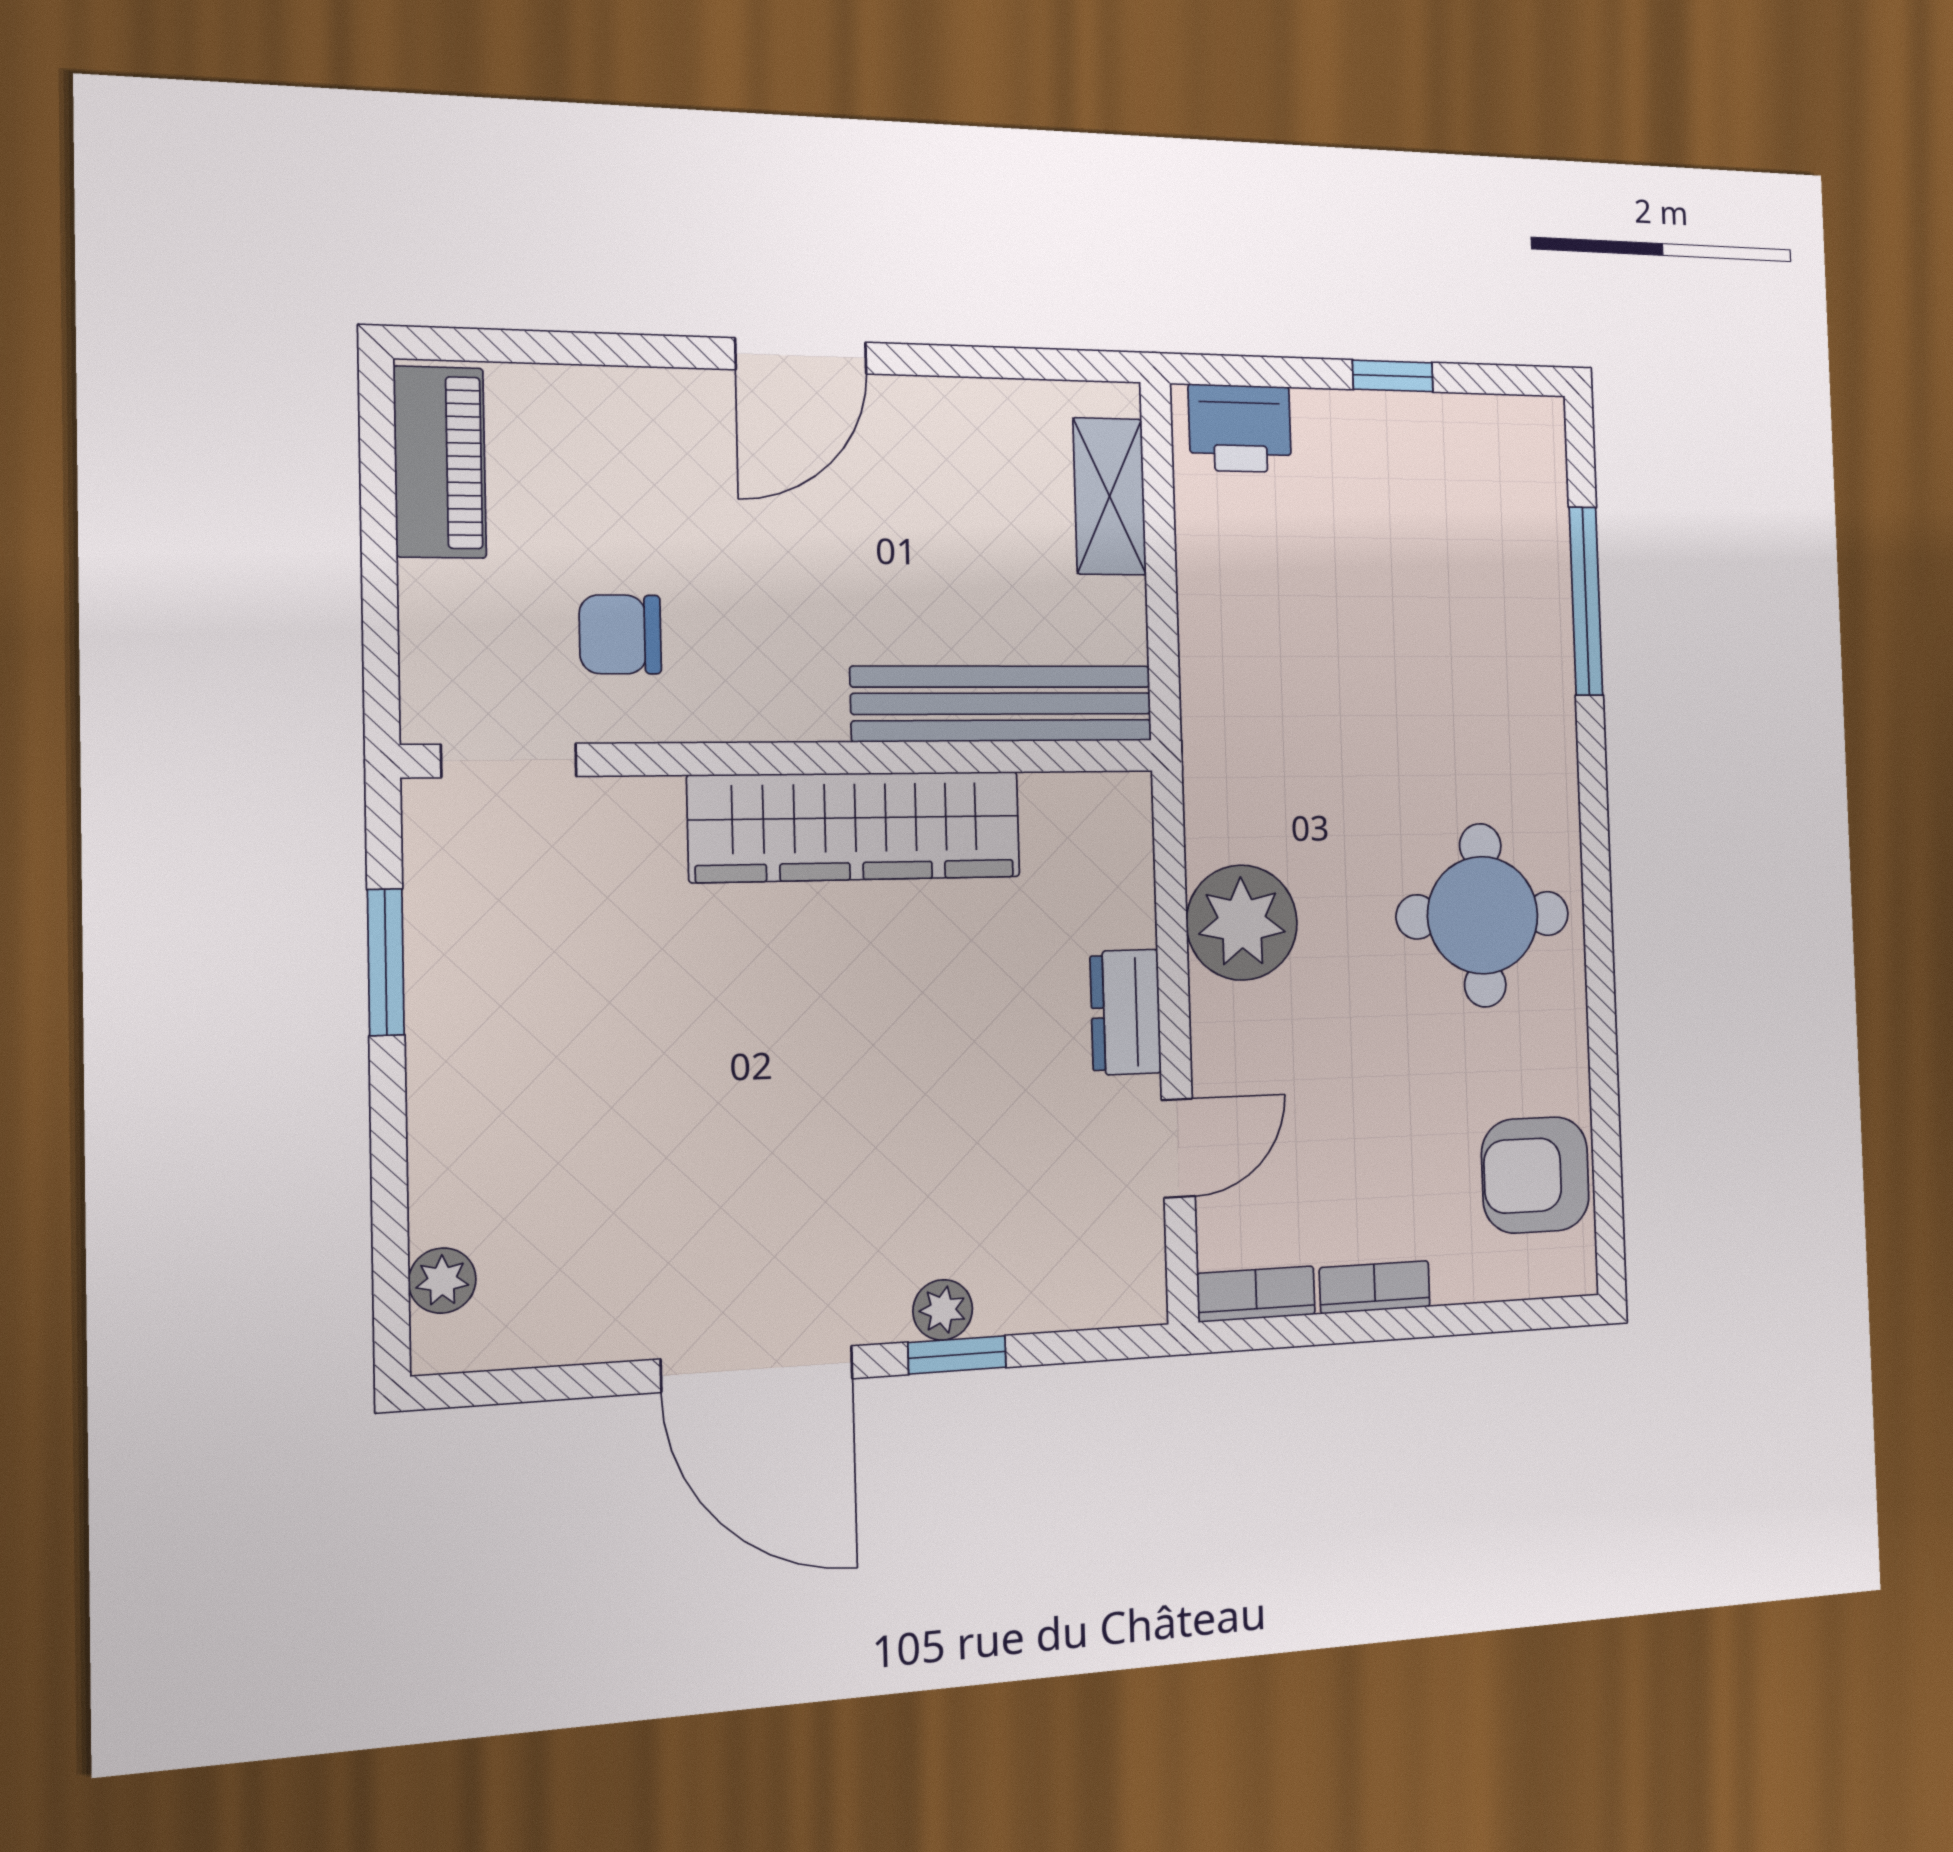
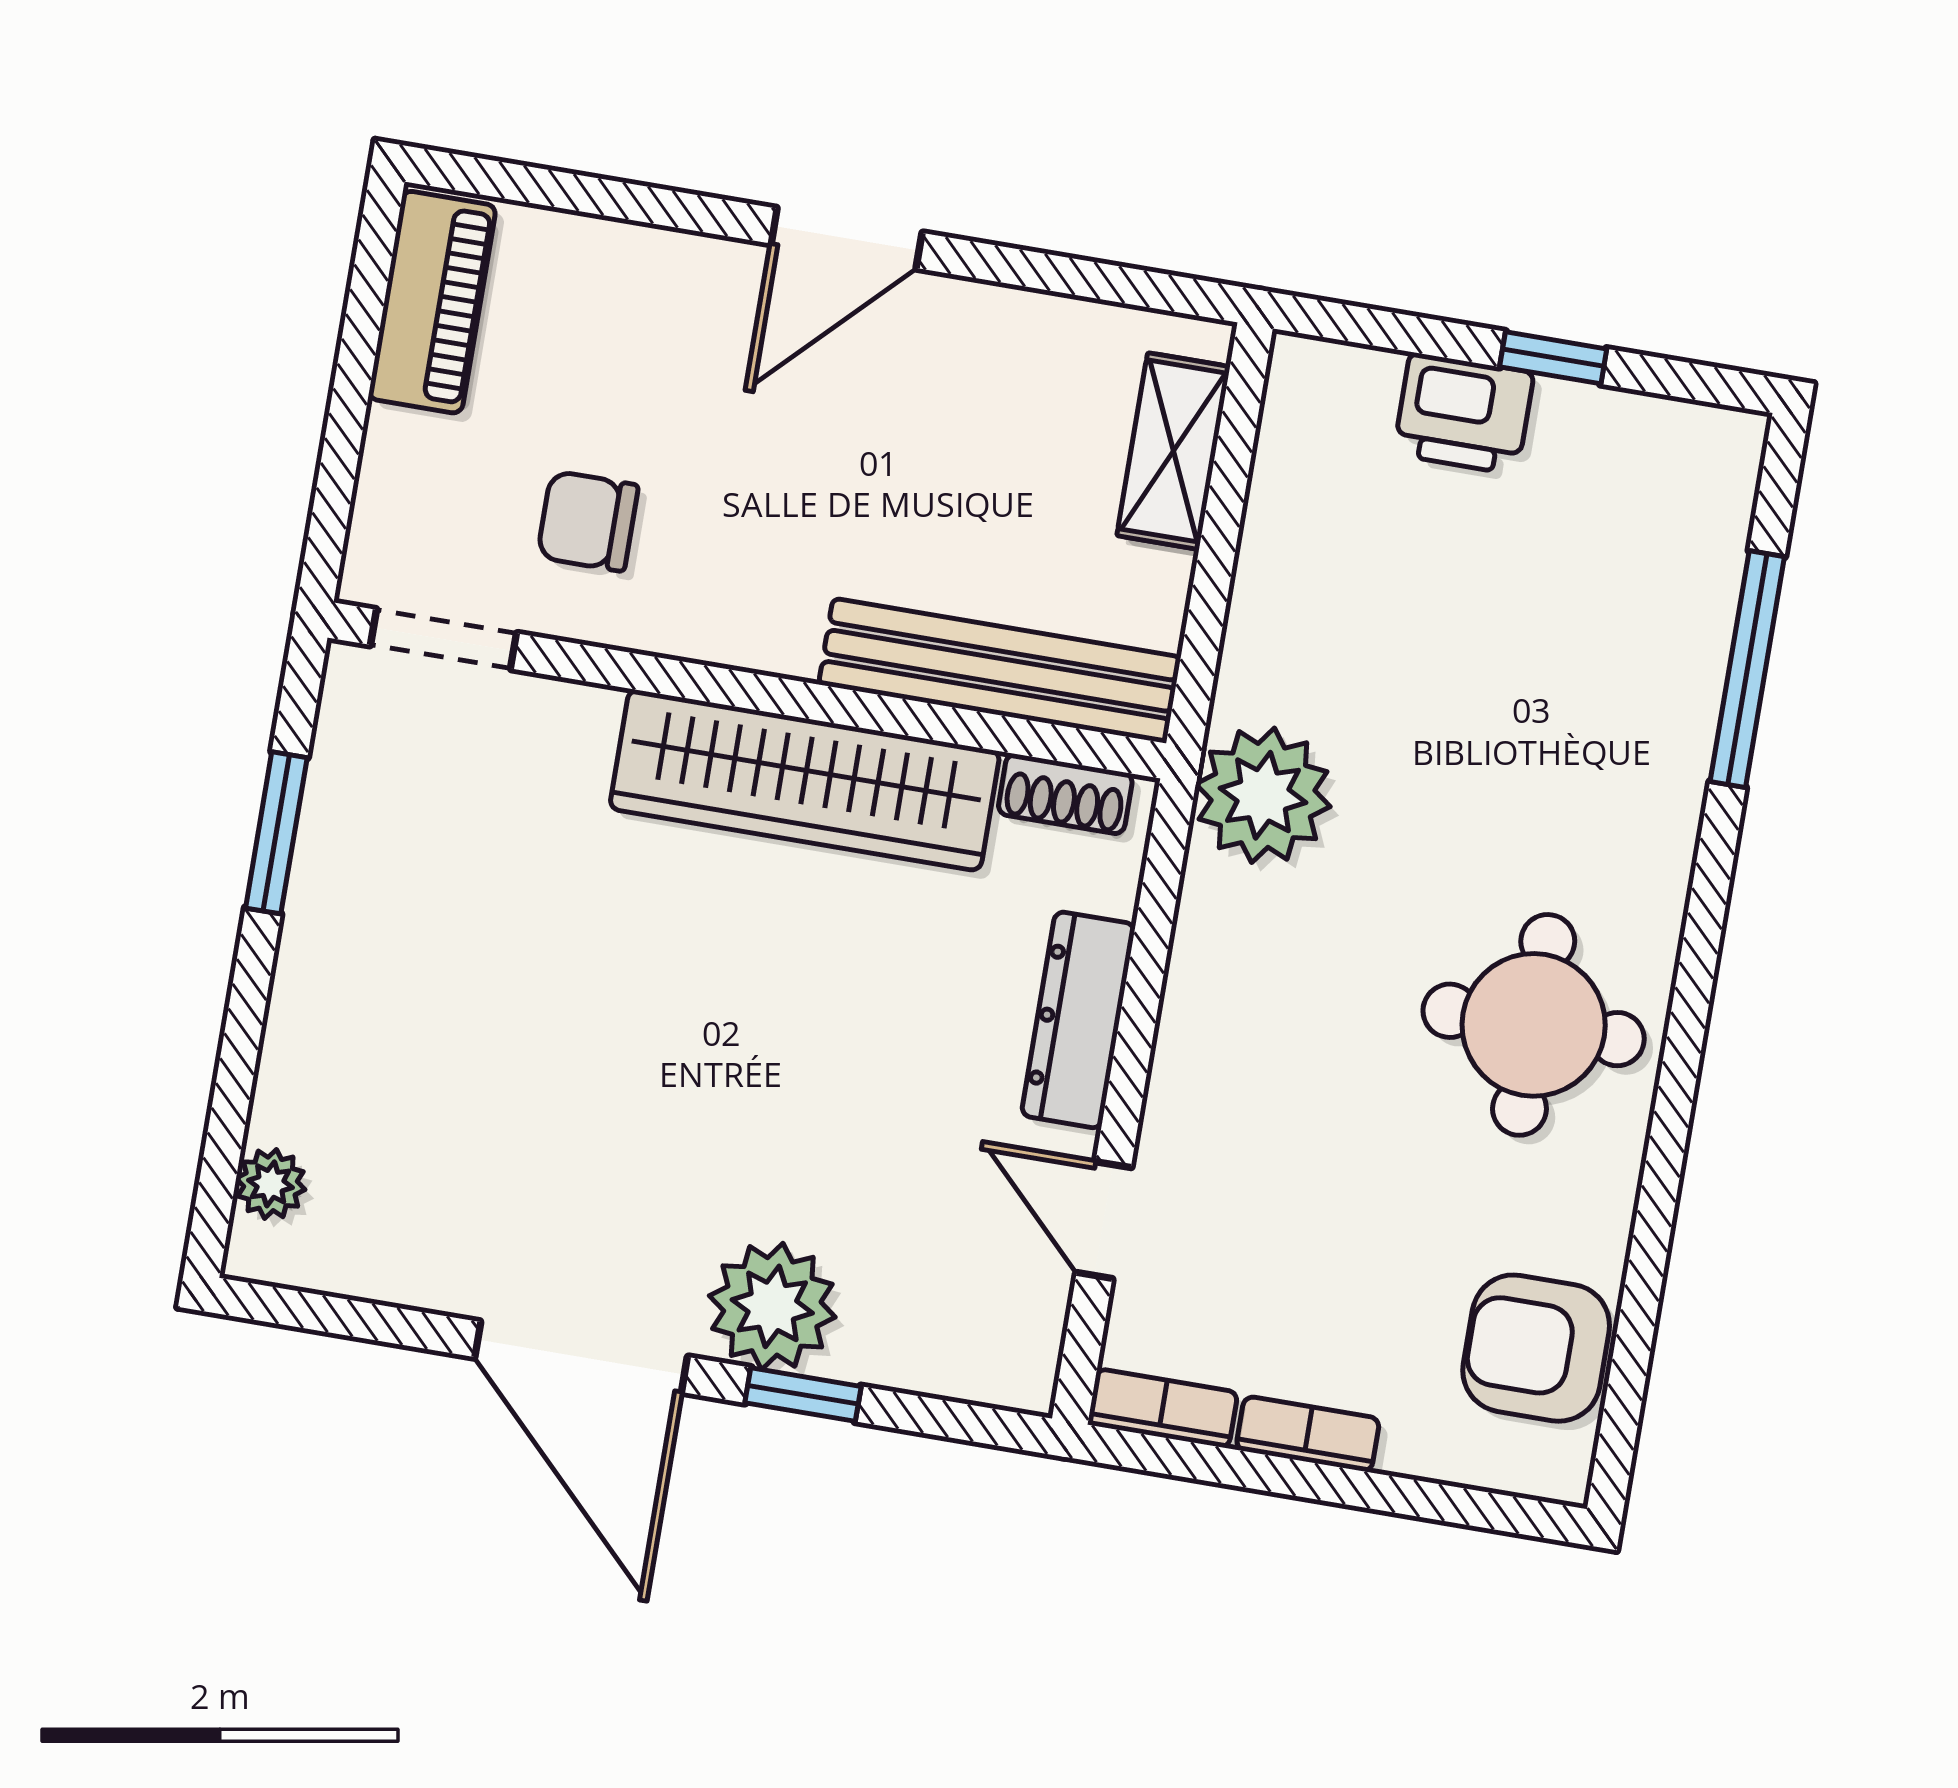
printer: (1240, 428) -> (1464, 413), moved
shoe rack: (1077, 798) -> (1065, 794), added
plant: (1242, 923) -> (1263, 795), moved
dresser: (1126, 1012) -> (1078, 1020), width x1.44
door: (1178, 1148) -> (1104, 1220), swing flipped
plant: (943, 1310) -> (772, 1306), width x1.88, depth x1.88

